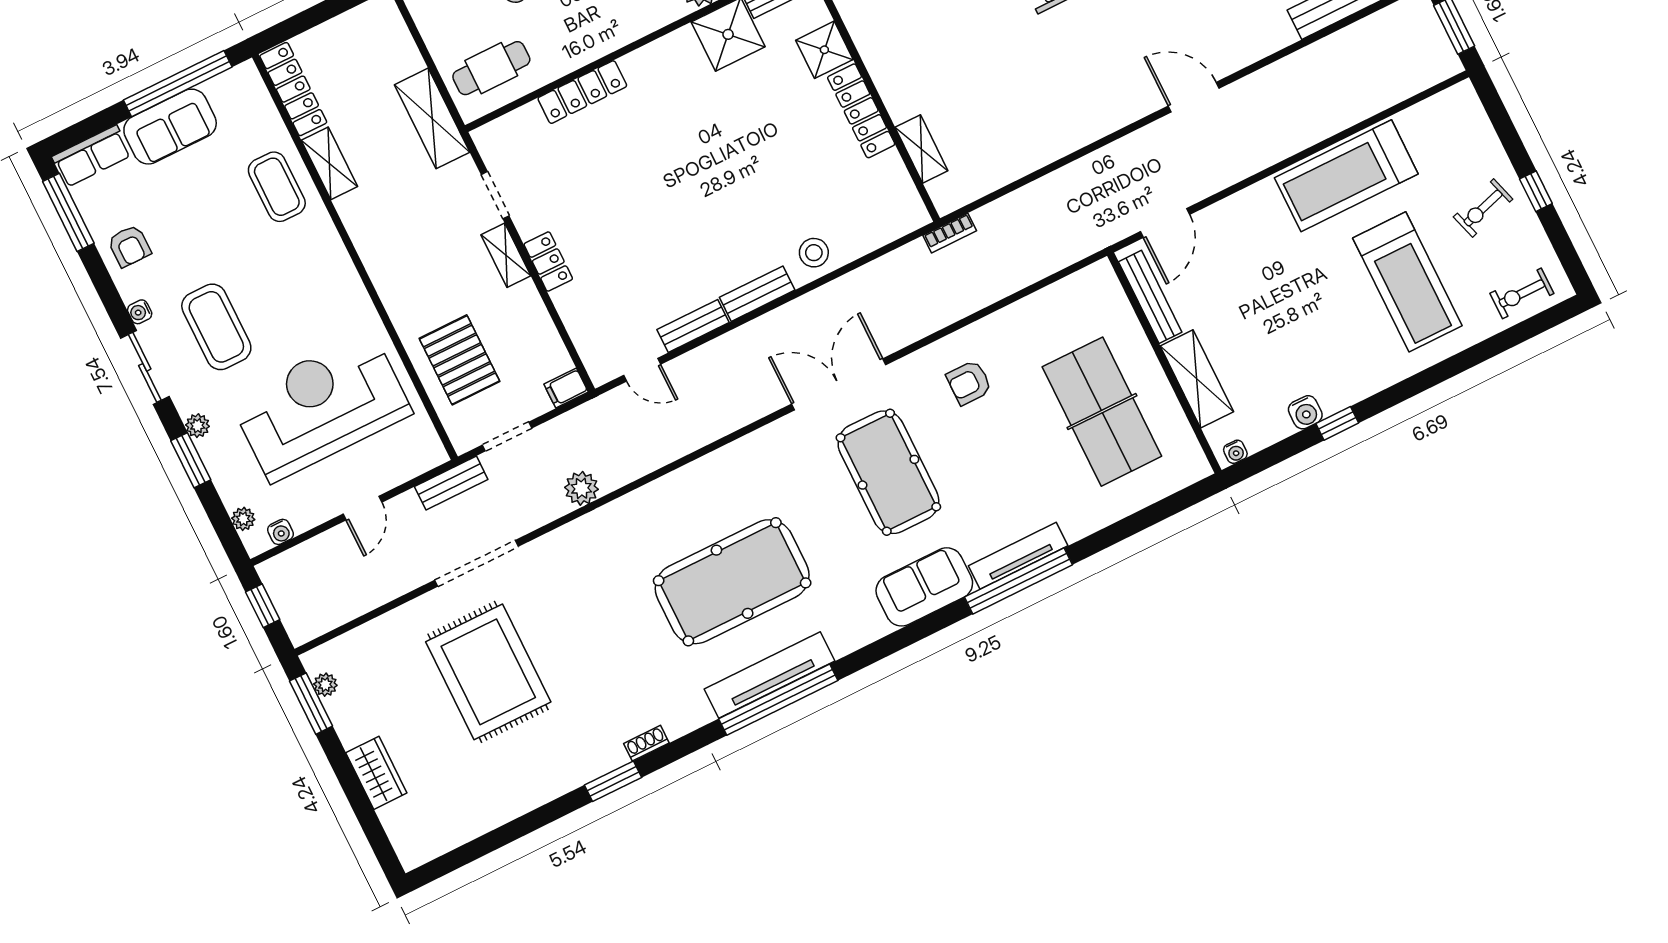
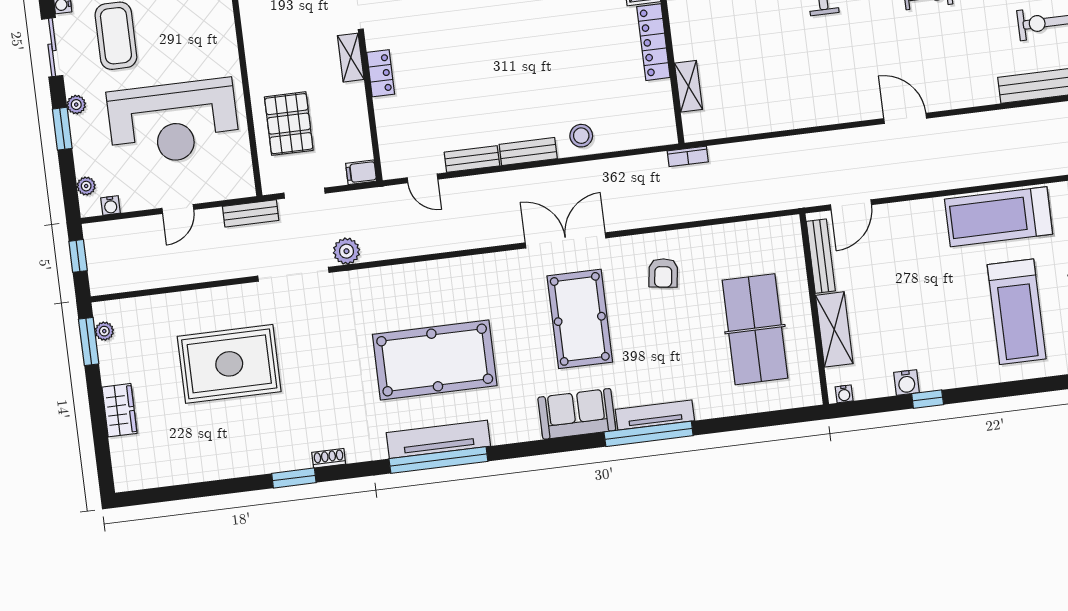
armchair: (969, 383) -> (663, 273), turned -82
reception desk: (321, 406) -> (173, 122), turned 180
doorway: (477, 563) -> (293, 274), moved
rug: (488, 672) -> (229, 364), turned 90

